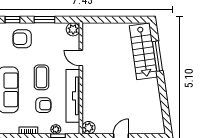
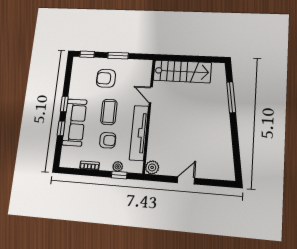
plant: (73, 29) -> (145, 66), removed
armchair: (22, 39) -> (106, 78), moved
stairs: (143, 51) -> (182, 71), moved, turned -82

